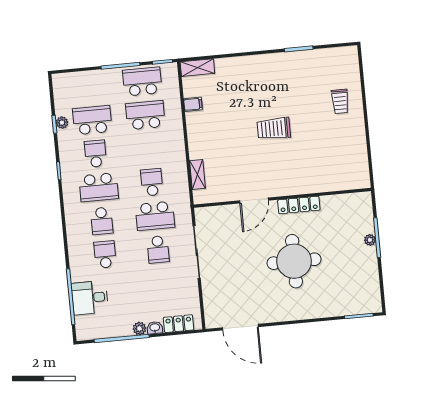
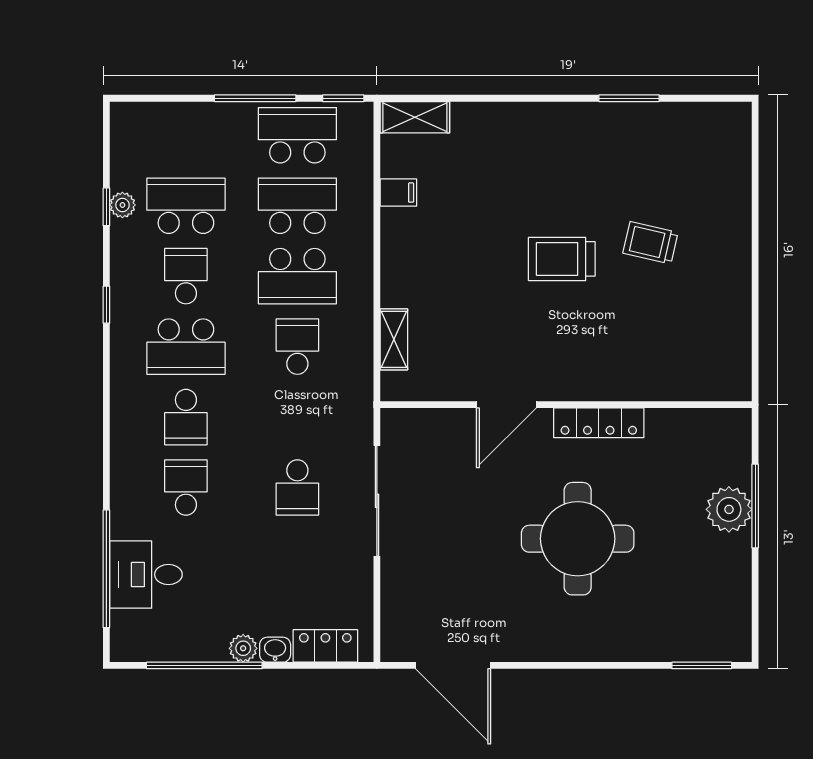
trolley: (340, 101) -> (650, 243), moved, turned 103
school desk: (155, 216) -> (297, 276), moved
plant: (370, 240) -> (729, 509), width x1.88, depth x1.88

